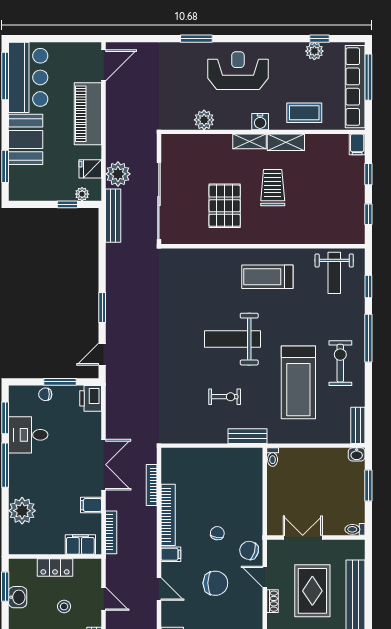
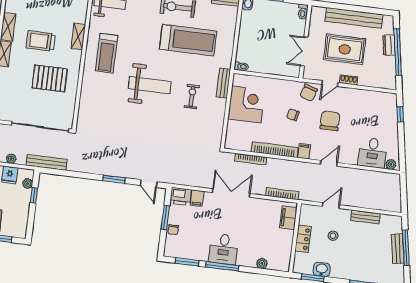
plant: (118, 174) -> (11, 159), width x0.53, depth x0.53
shelving: (285, 237) -> (78, 37), added
weight bench: (233, 339) -> (150, 85), turned -90
desk: (28, 435) -> (224, 249), moved
corner desk: (223, 470) -> (246, 104), added
filing cabinet: (91, 505) -> (197, 198), moved
plant: (22, 511) -> (262, 263), width x0.53, depth x0.53

